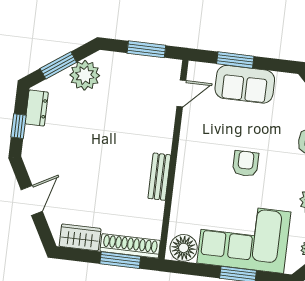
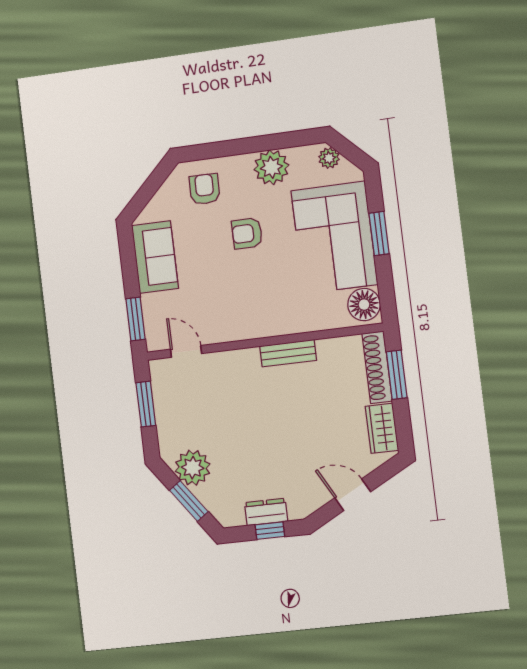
window: (235, 60) -> (136, 319), moved
sofa: (245, 84) -> (155, 257), moved
dresser: (37, 108) -> (266, 512), moved
armchair: (246, 164) -> (247, 233), moved

